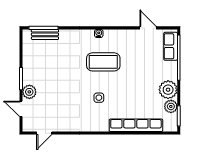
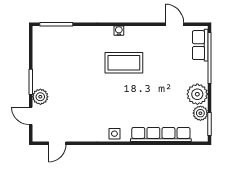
bench: (45, 34) -> (58, 32), removed
side table: (99, 98) -> (114, 134), moved

